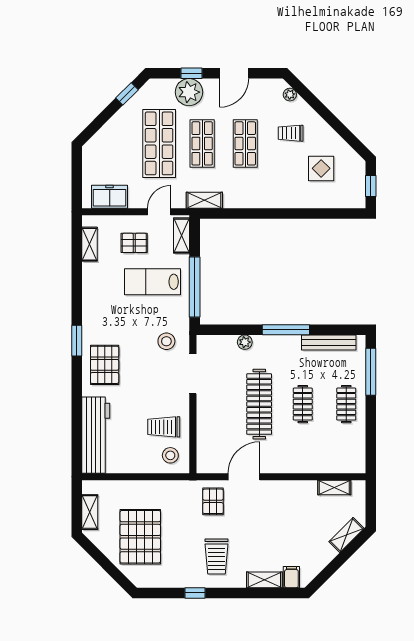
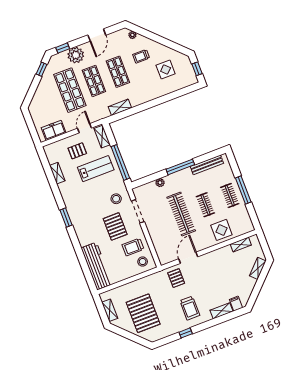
window: (192, 73) -> (63, 48), moved
shelving: (204, 200) -> (120, 107), moved
shelving: (89, 244) -> (57, 173), moved
lab bench: (152, 282) -> (96, 169), turned 180
pallet: (105, 365) -> (115, 226), moved
window: (371, 372) -> (243, 190), moved
display table: (313, 453) -> (221, 230), added

